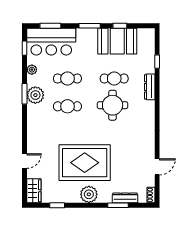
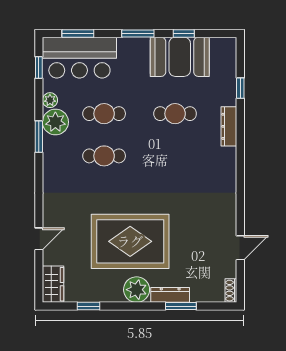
plant: (35, 95) -> (55, 122), moved
round table: (113, 105) -> (172, 154), removed
dresser: (125, 198) -> (170, 295), moved

